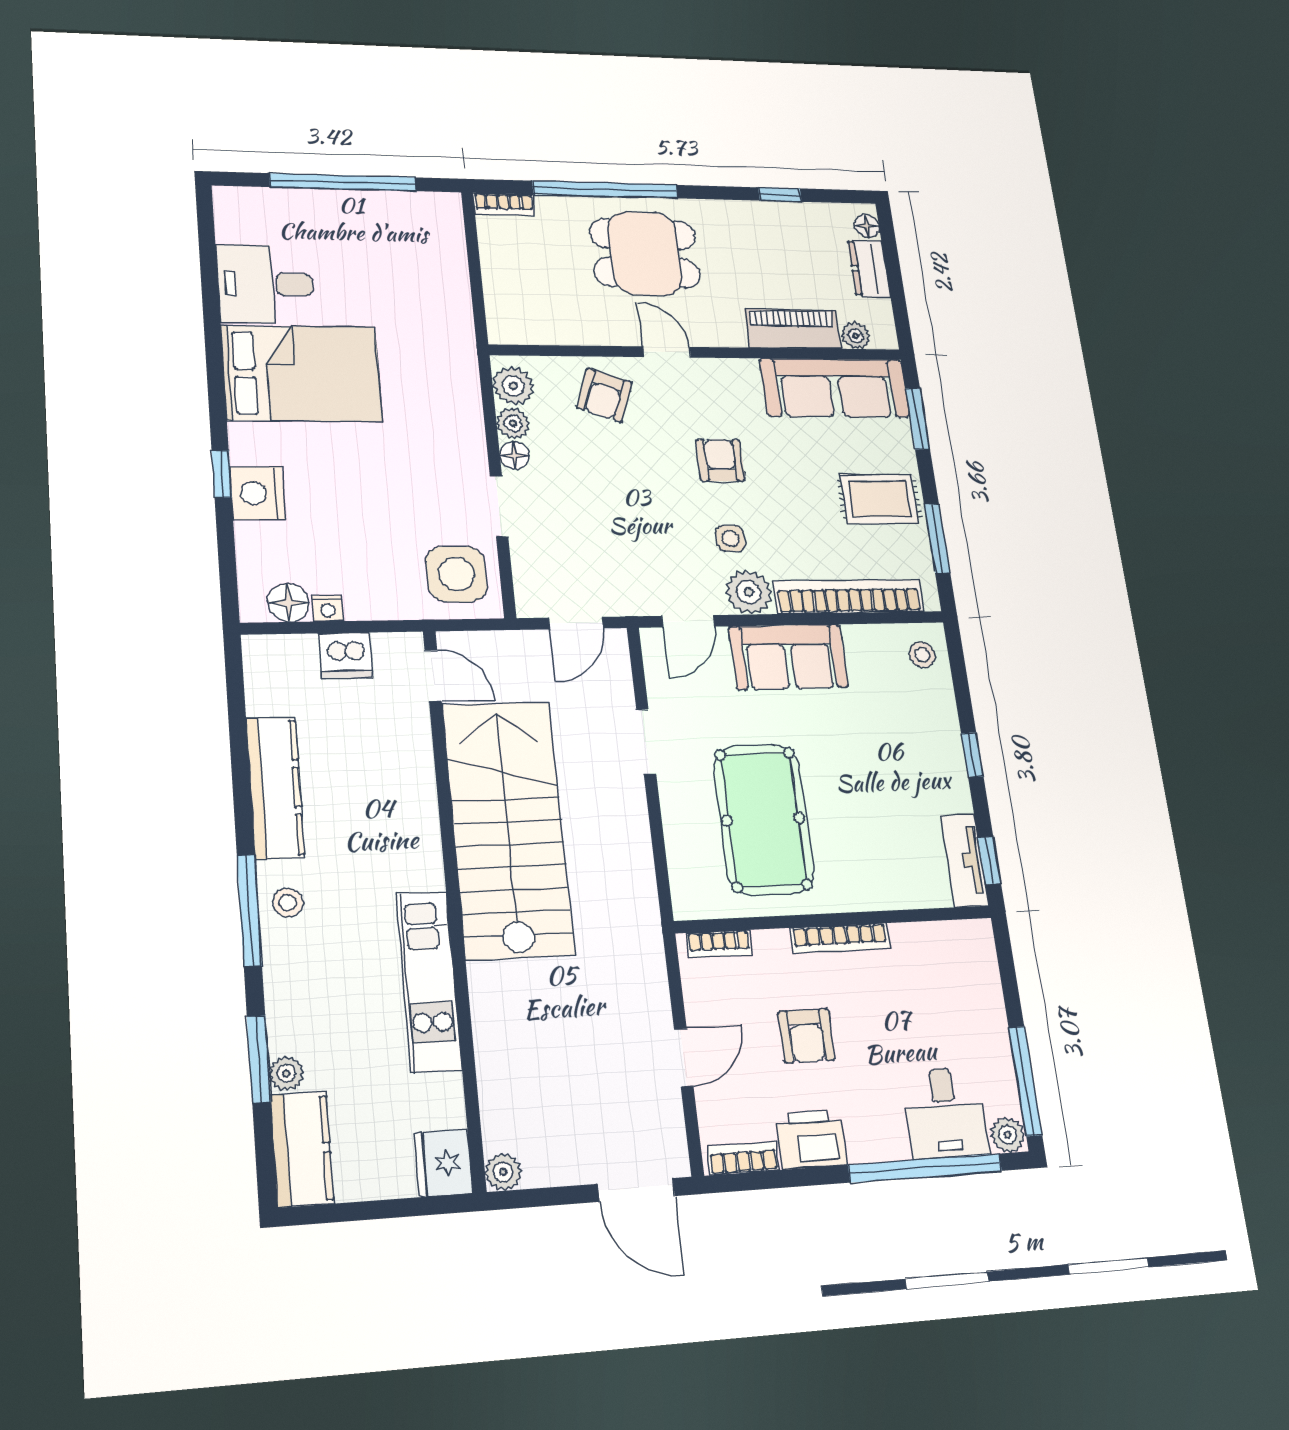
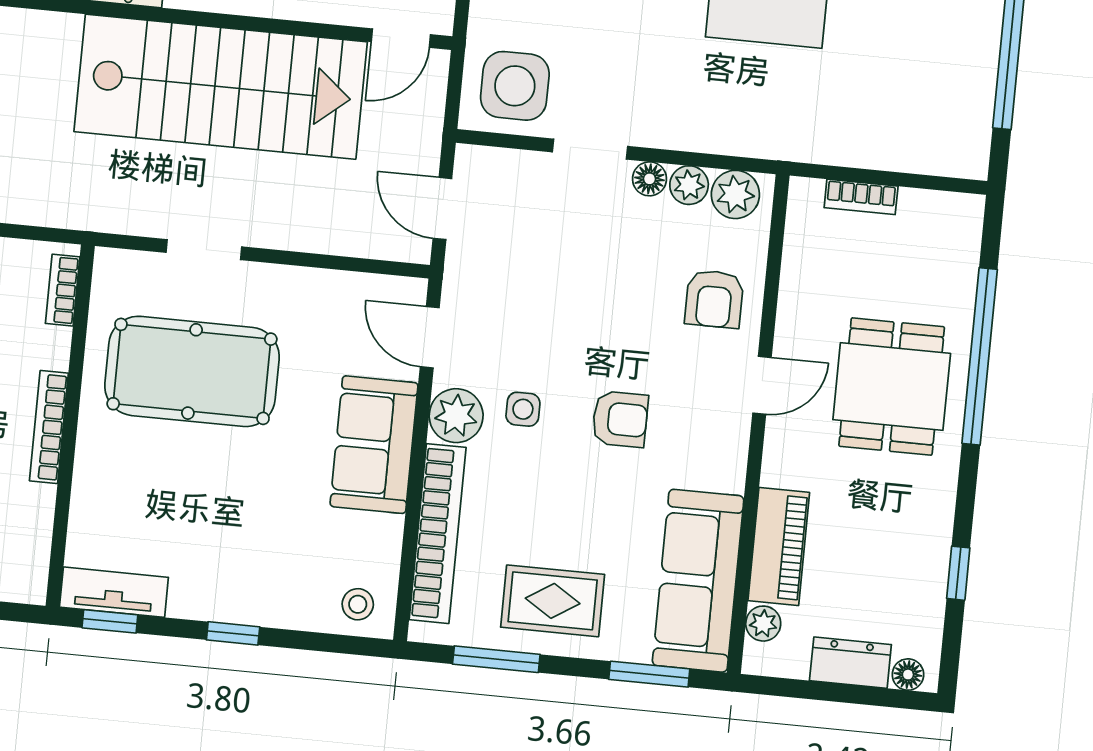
bookcase: (504, 204) -> (861, 197), moved, turned -90
armchair: (604, 395) -> (714, 299), turned -110
rug: (879, 499) -> (553, 601), turned 90
doorway: (646, 741) -> (204, 250), moved

